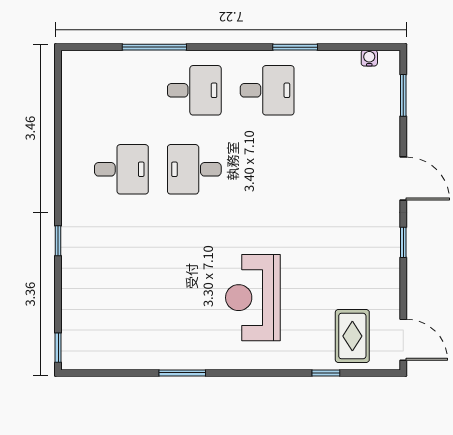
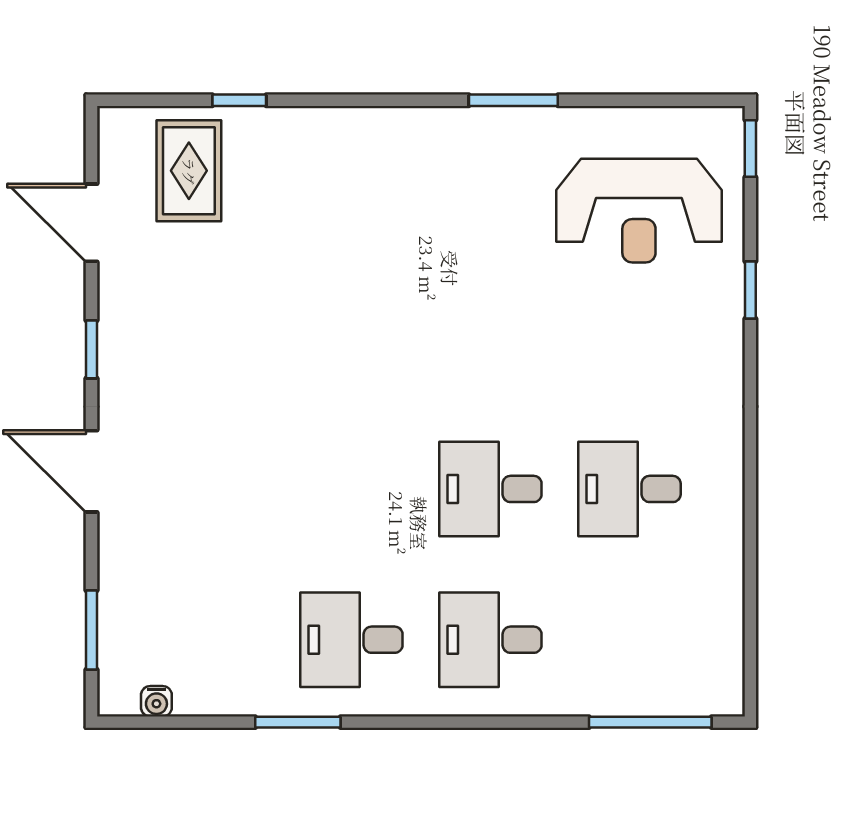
window: (154, 47) -> (650, 722), moved
desk: (194, 169) -> (490, 489), turned 180
window: (58, 241) -> (750, 290), moved
reception desk: (253, 298) -> (639, 211), moved, turned 90
door: (403, 340) -> (91, 223), moved

